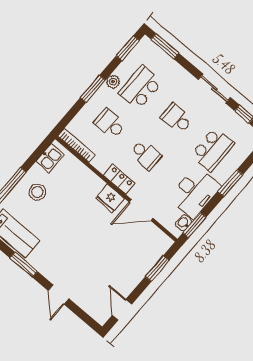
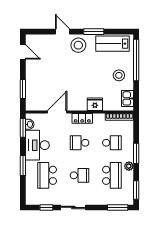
fridge: (110, 198) -> (95, 104), moved
stool: (54, 264) -> (78, 45), added

